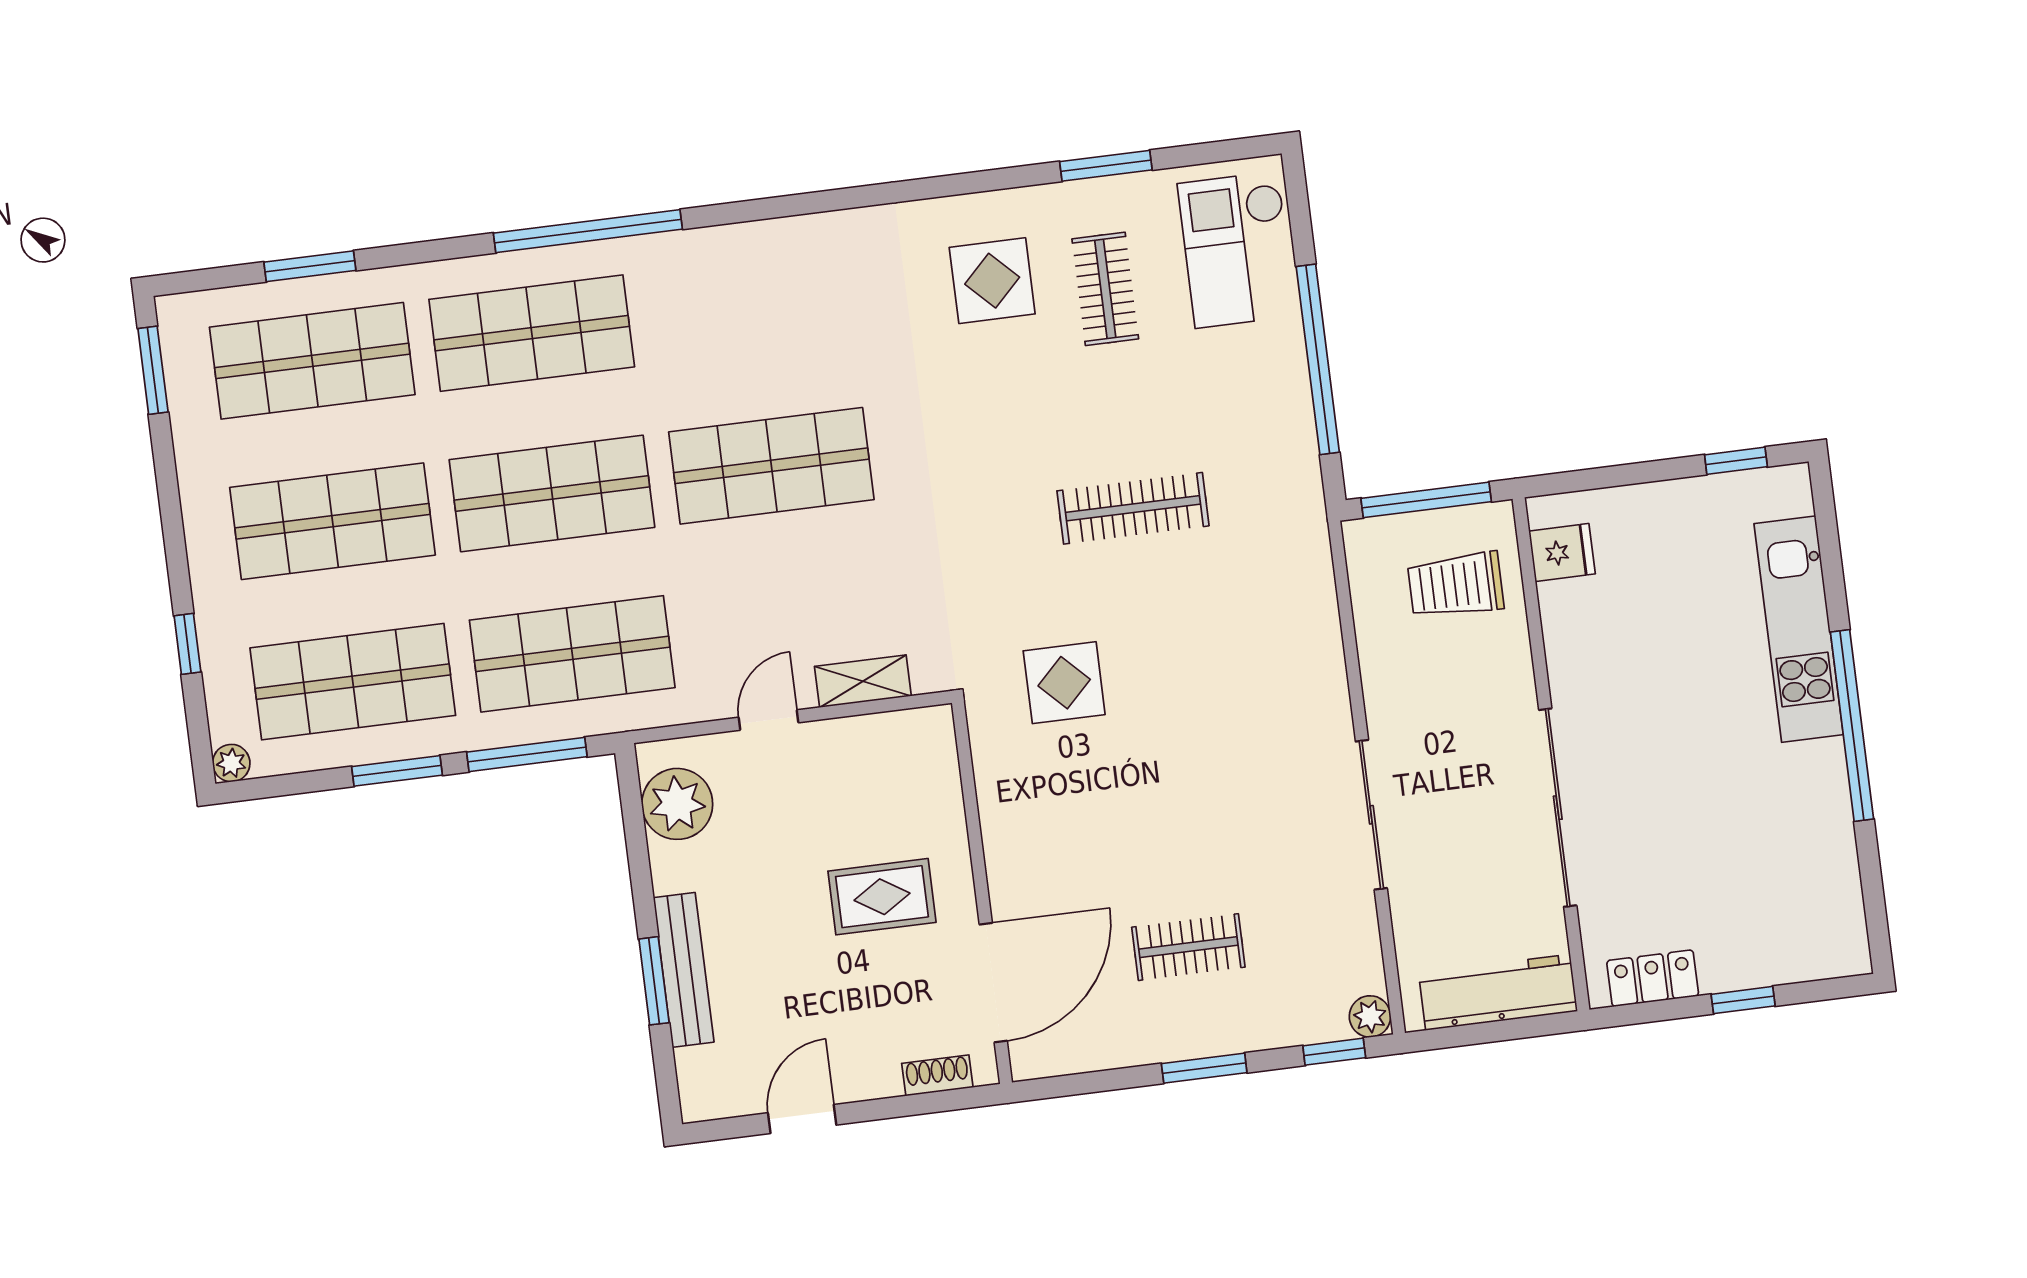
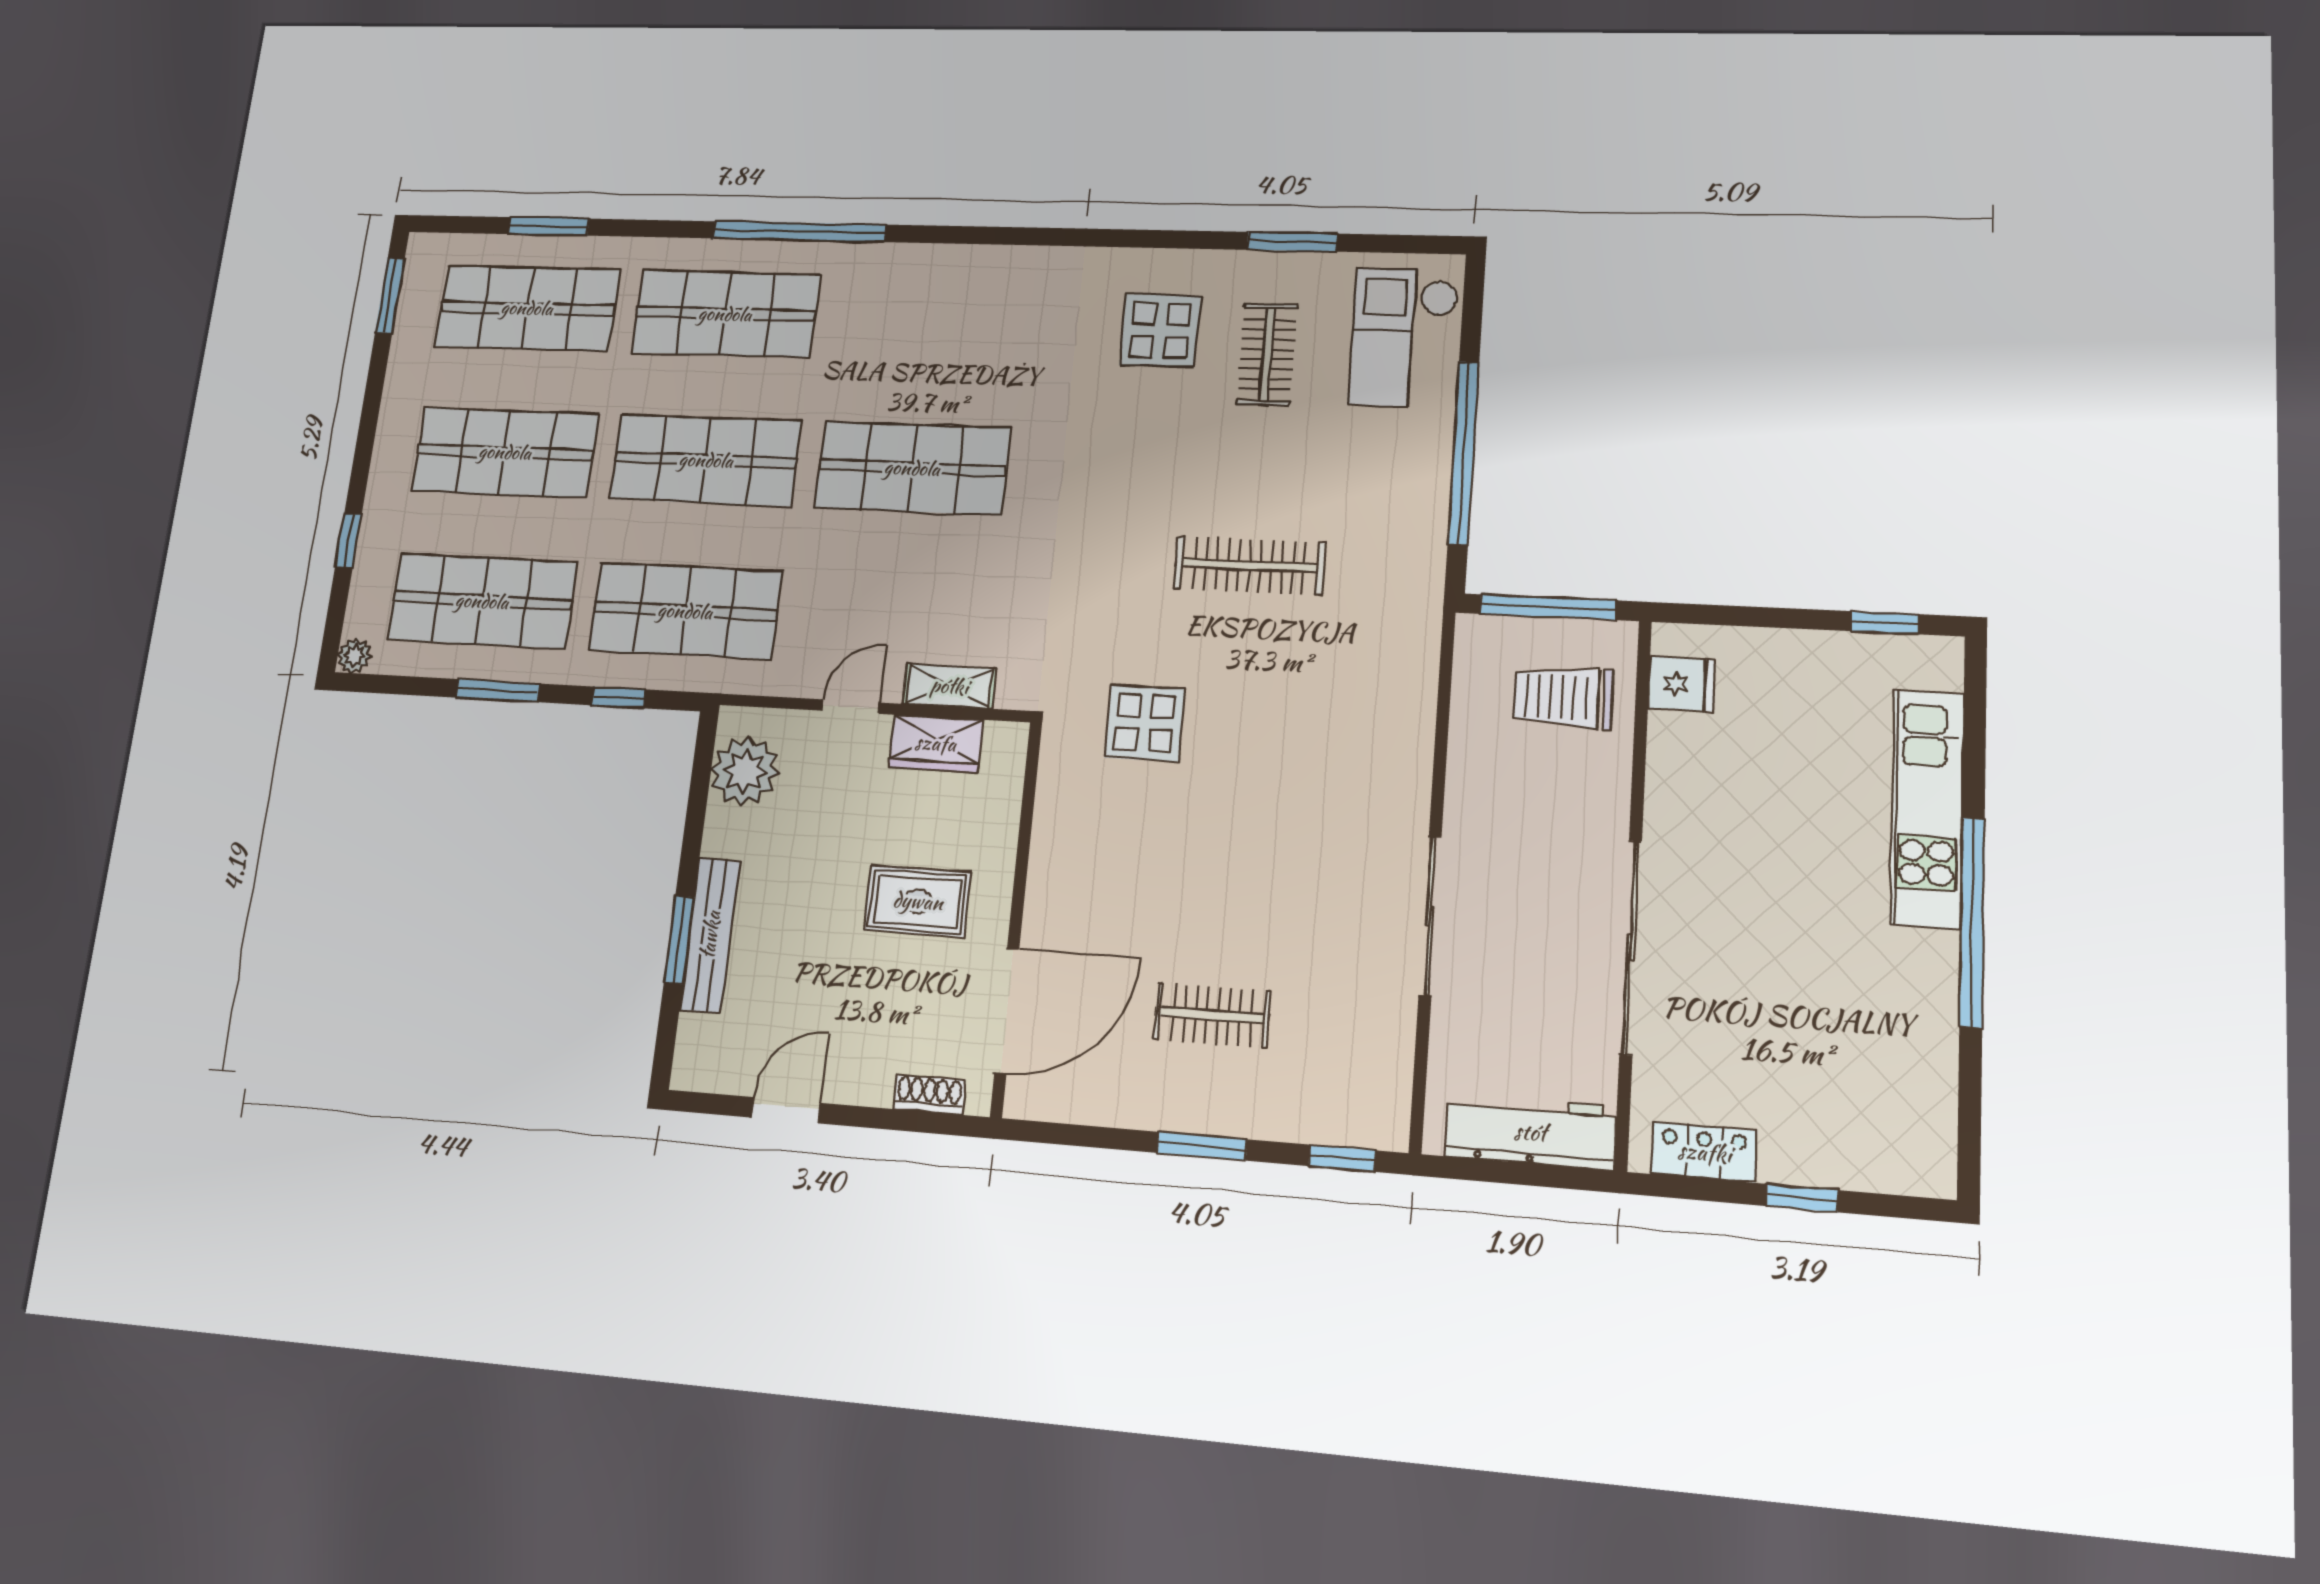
wardrobe: (863, 741) -> (936, 743), added
window: (527, 754) -> (619, 697), width x0.46
plant: (1370, 1016) -> (1388, 1129), removed

